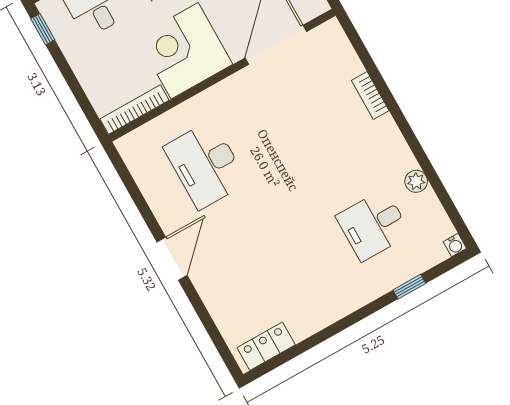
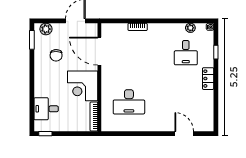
plant: (416, 181) -> (190, 28), moved
door: (172, 259) -> (184, 134), moved
locker: (266, 346) -> (208, 79), moved

